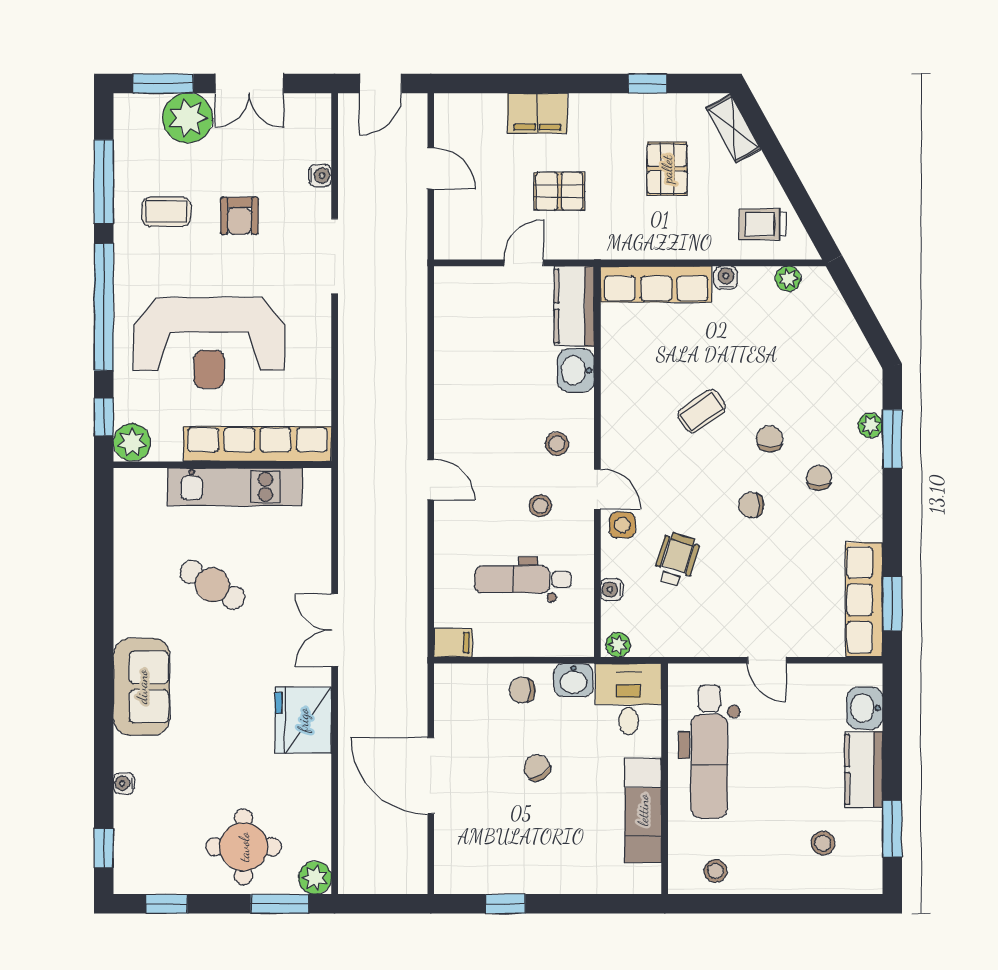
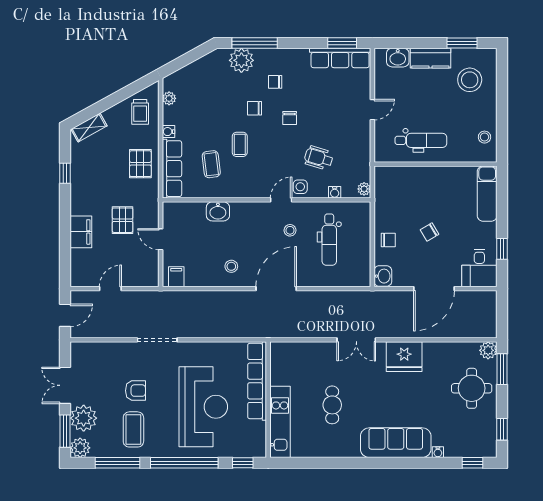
double door: (249, 83) -> (65, 385), swing flipped
door: (381, 83) -> (65, 315), hinge flipped
pallet: (667, 169) -> (140, 164), moved, turned 90
water cooler: (320, 175) -> (114, 348), removed
coffee table: (166, 212) -> (133, 429), width x1.36, depth x1.30
kitchen counter: (574, 306) -> (184, 212), removed
coffee table: (665, 358) -> (211, 164), added
coffee table: (702, 411) -> (240, 144), turned 35
plant: (870, 425) -> (241, 60), width x1.87, depth x1.87
window: (892, 439) -> (255, 43), width x1.44
plant: (132, 442) -> (80, 448), moved
stool: (557, 444) -> (231, 266), moved
door: (431, 480) -> (276, 289), width x1.88
kitchen unit: (235, 487) -> (280, 422), moved
cafe table: (212, 585) -> (332, 405), turned -32
filing cabinet: (453, 643) -> (176, 277), moved
washbasin: (573, 680) -> (383, 276), moved
sofa: (142, 687) -> (396, 443), width x1.36
chair: (522, 690) -> (388, 240), turned -90
desk: (629, 699) -> (479, 268), moved, turned -90
dental chair: (709, 752) -> (421, 140), width x0.73, depth x0.72
exam couch: (643, 810) -> (487, 194), moved, turned 90
stool: (823, 843) -> (470, 80), width x1.89, depth x1.89

